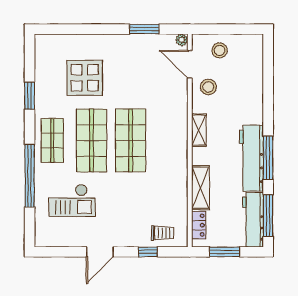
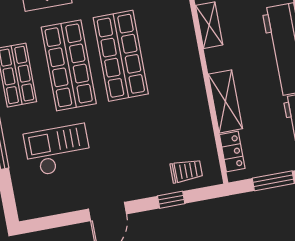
checkout: (72, 200) -> (58, 150), turned 180

